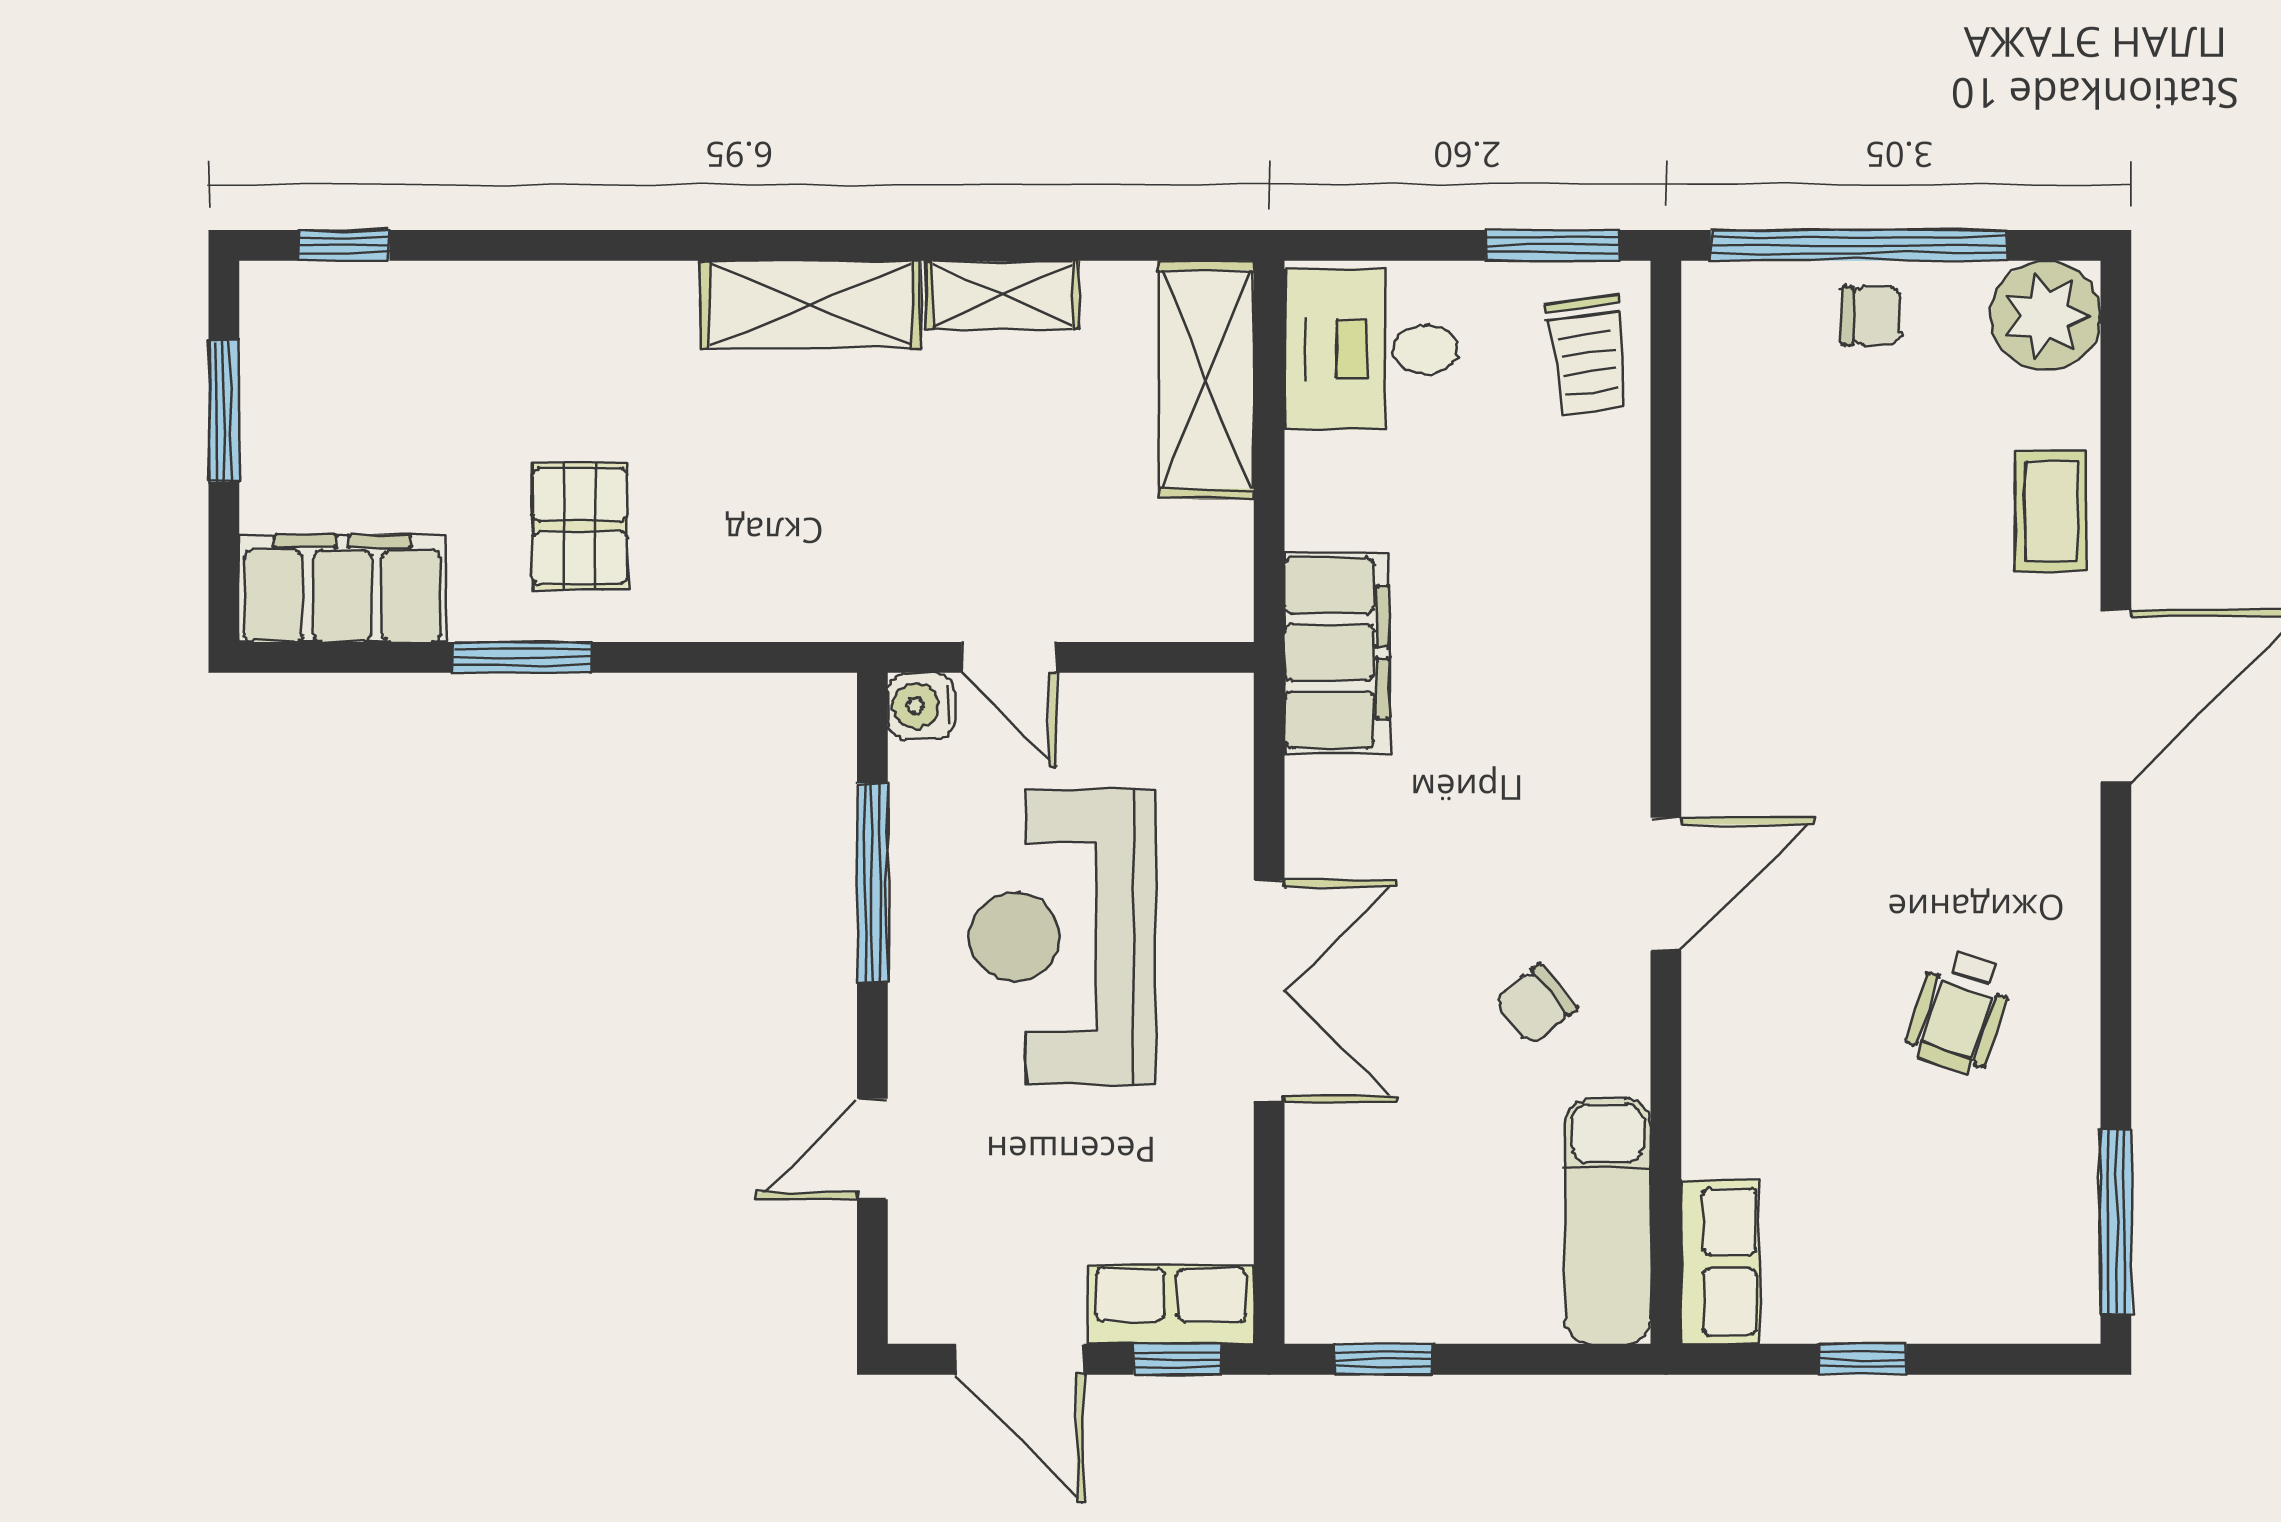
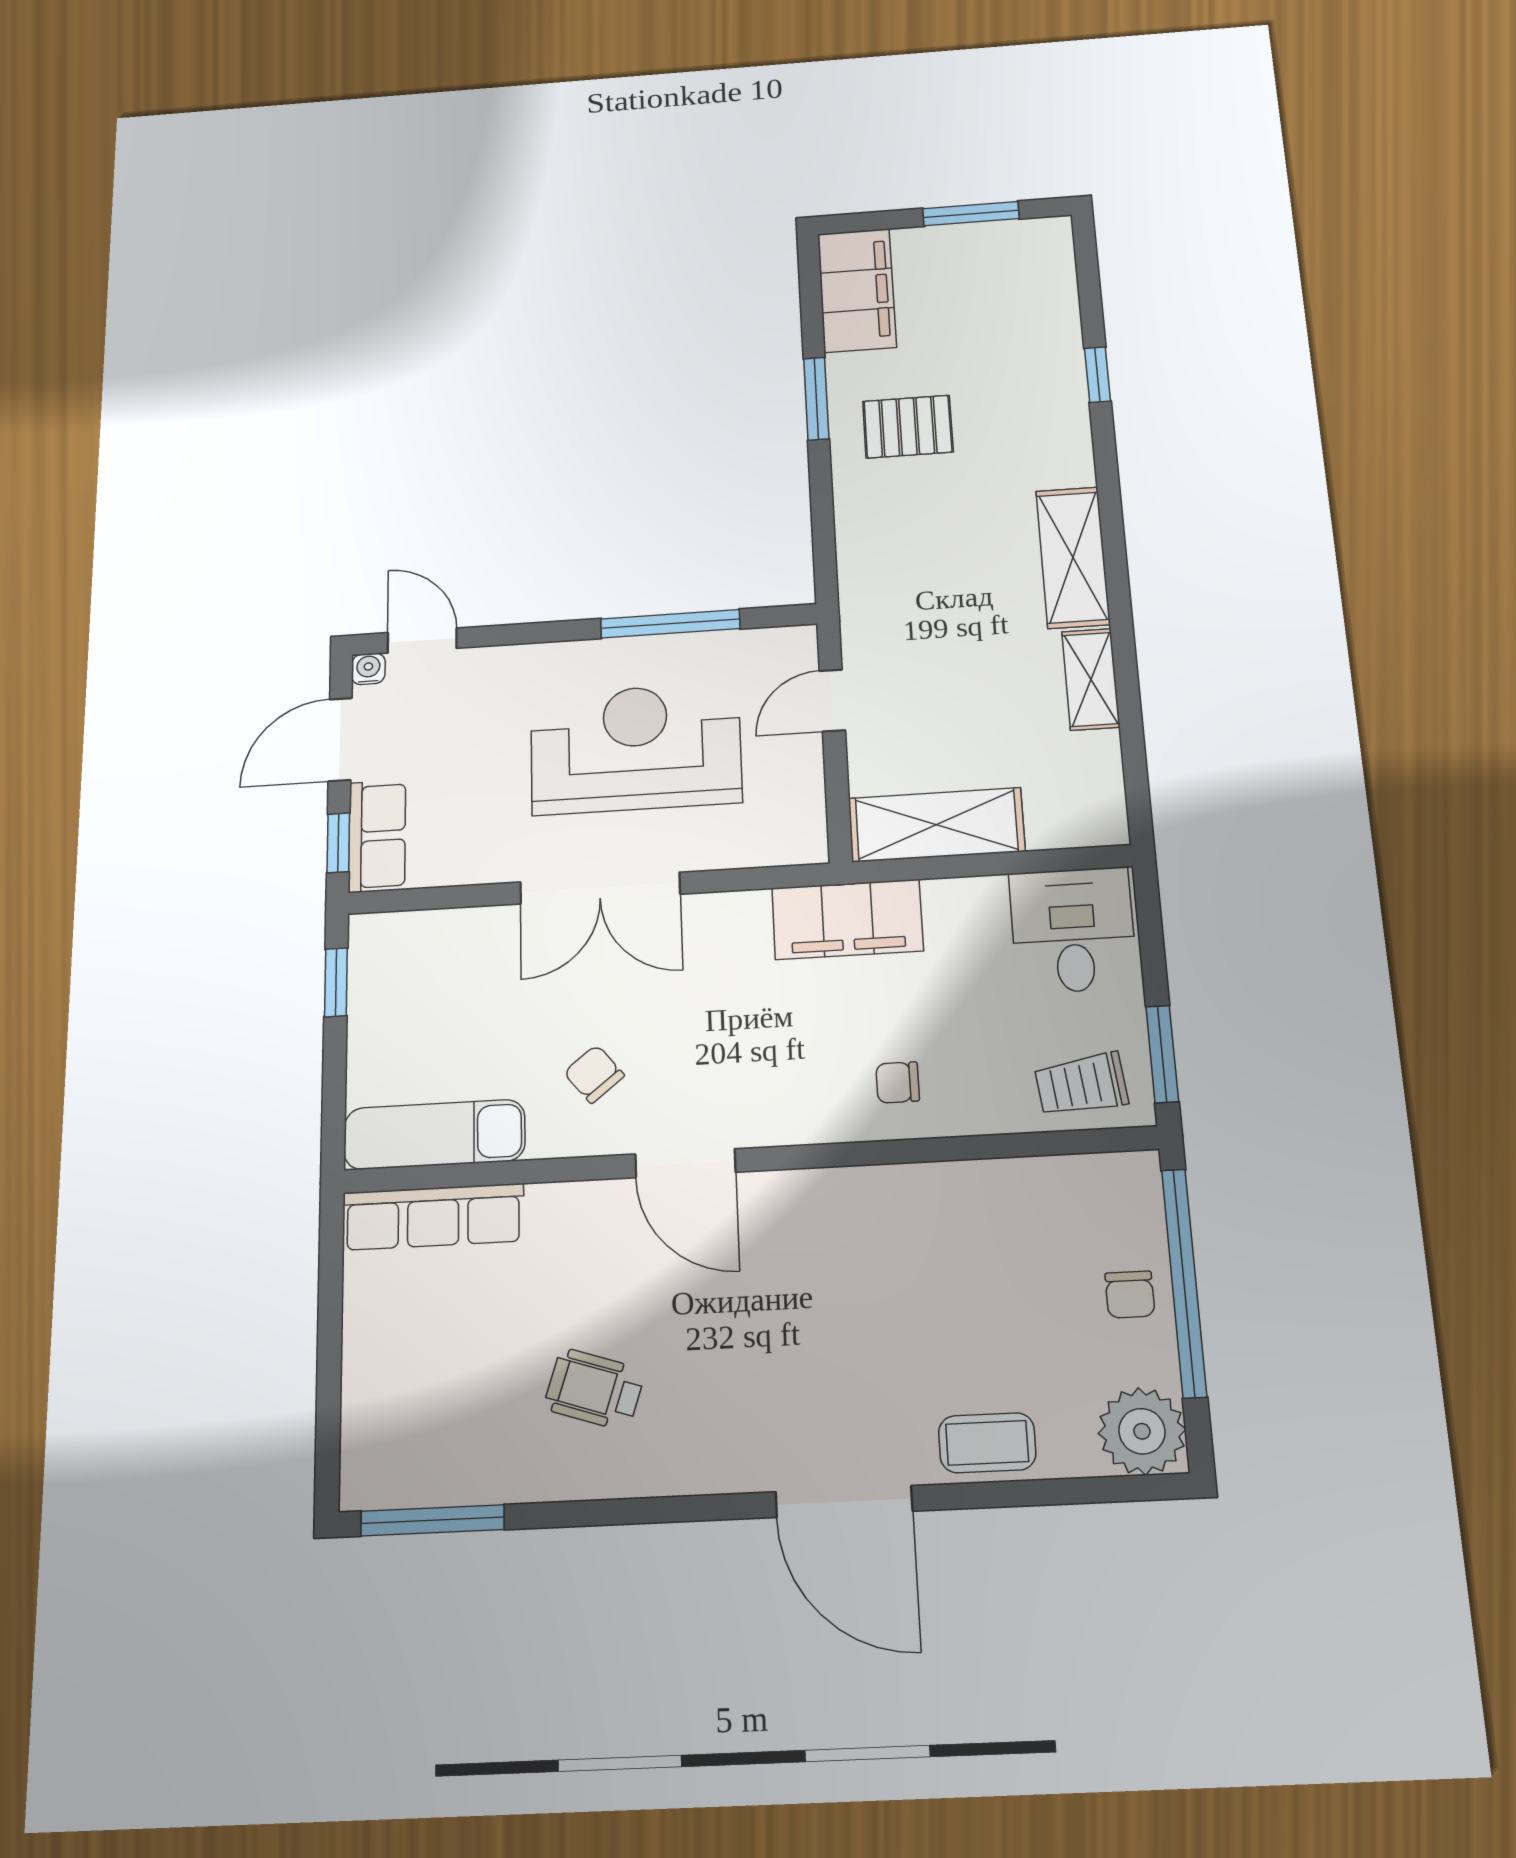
window: (344, 245) -> (1097, 375), moved
shelving: (1206, 380) -> (936, 825), moved
chair: (1571, 597) -> (898, 1082), added
water cooler: (921, 706) -> (368, 669), moved, width x0.72, depth x0.72
door: (872, 1149) -> (422, 640), moved
row of seats: (1720, 1262) -> (433, 1217), width x1.48
window: (1862, 1359) -> (330, 1328), removed

